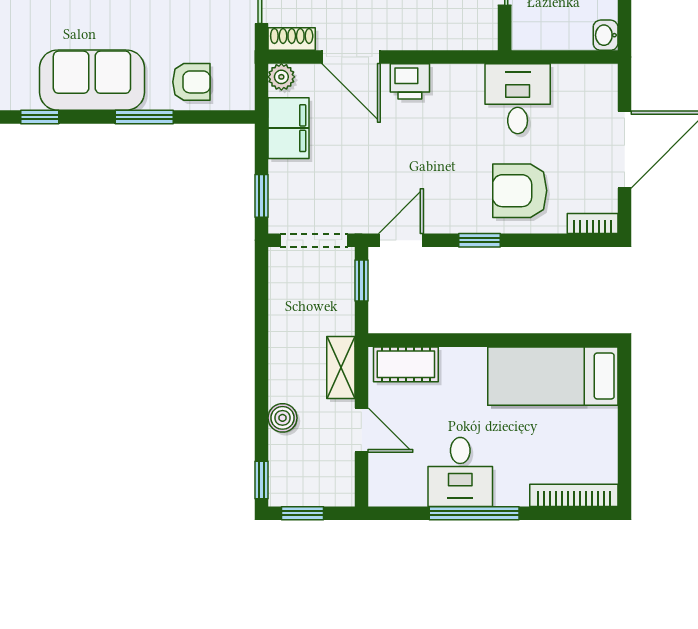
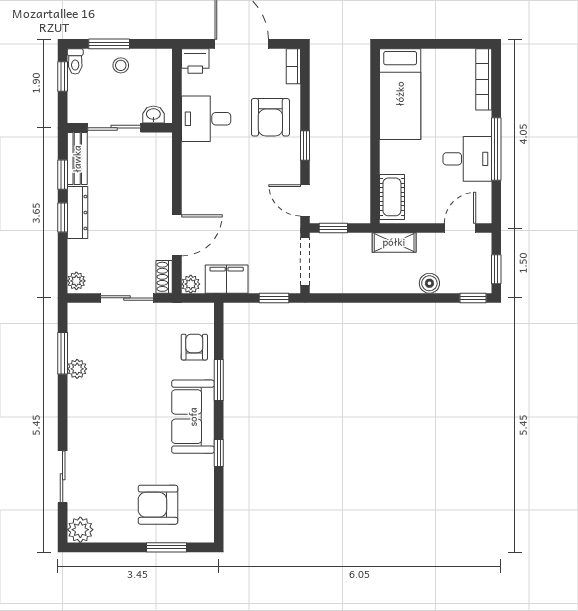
washbasin: (606, 35) -> (153, 115), moved, turned 180
printer: (410, 81) -> (195, 61), moved, turned 90
door: (361, 430) -> (460, 228), moved

